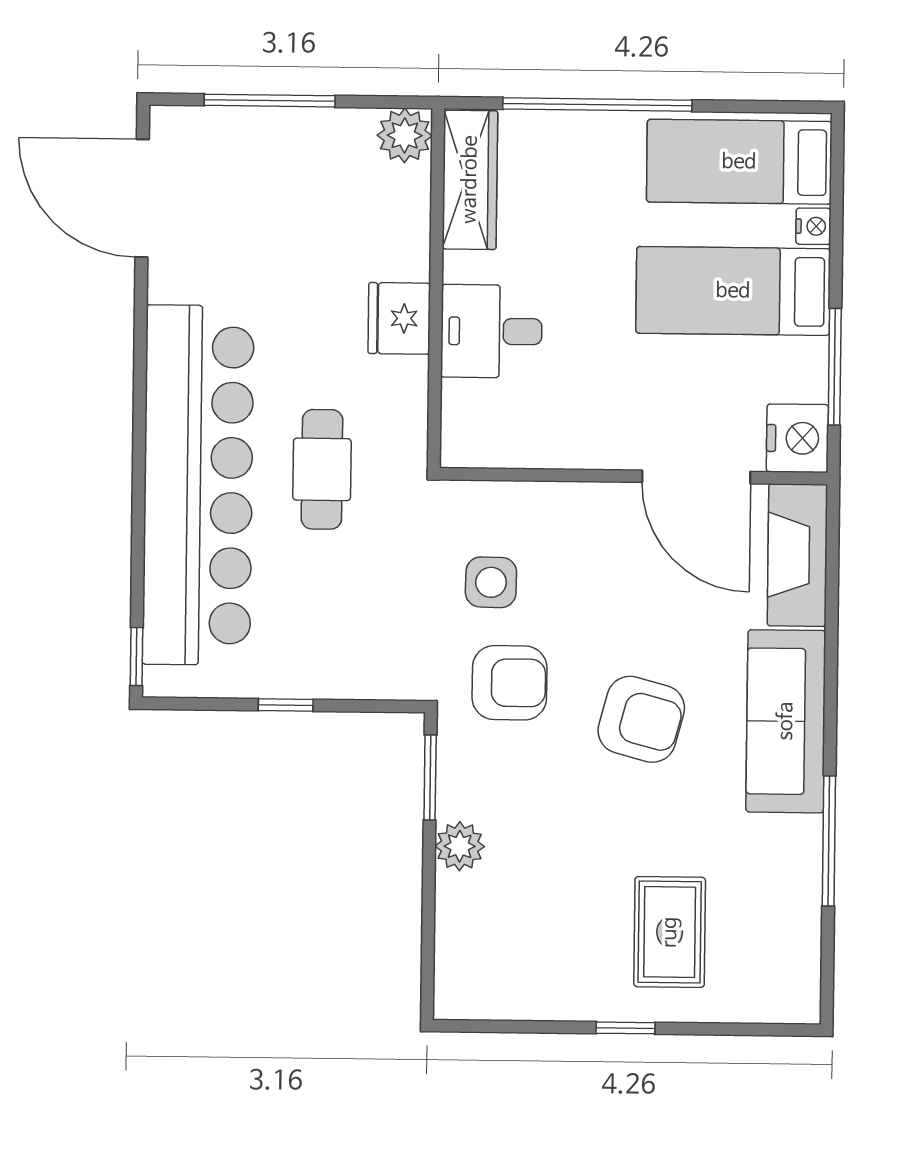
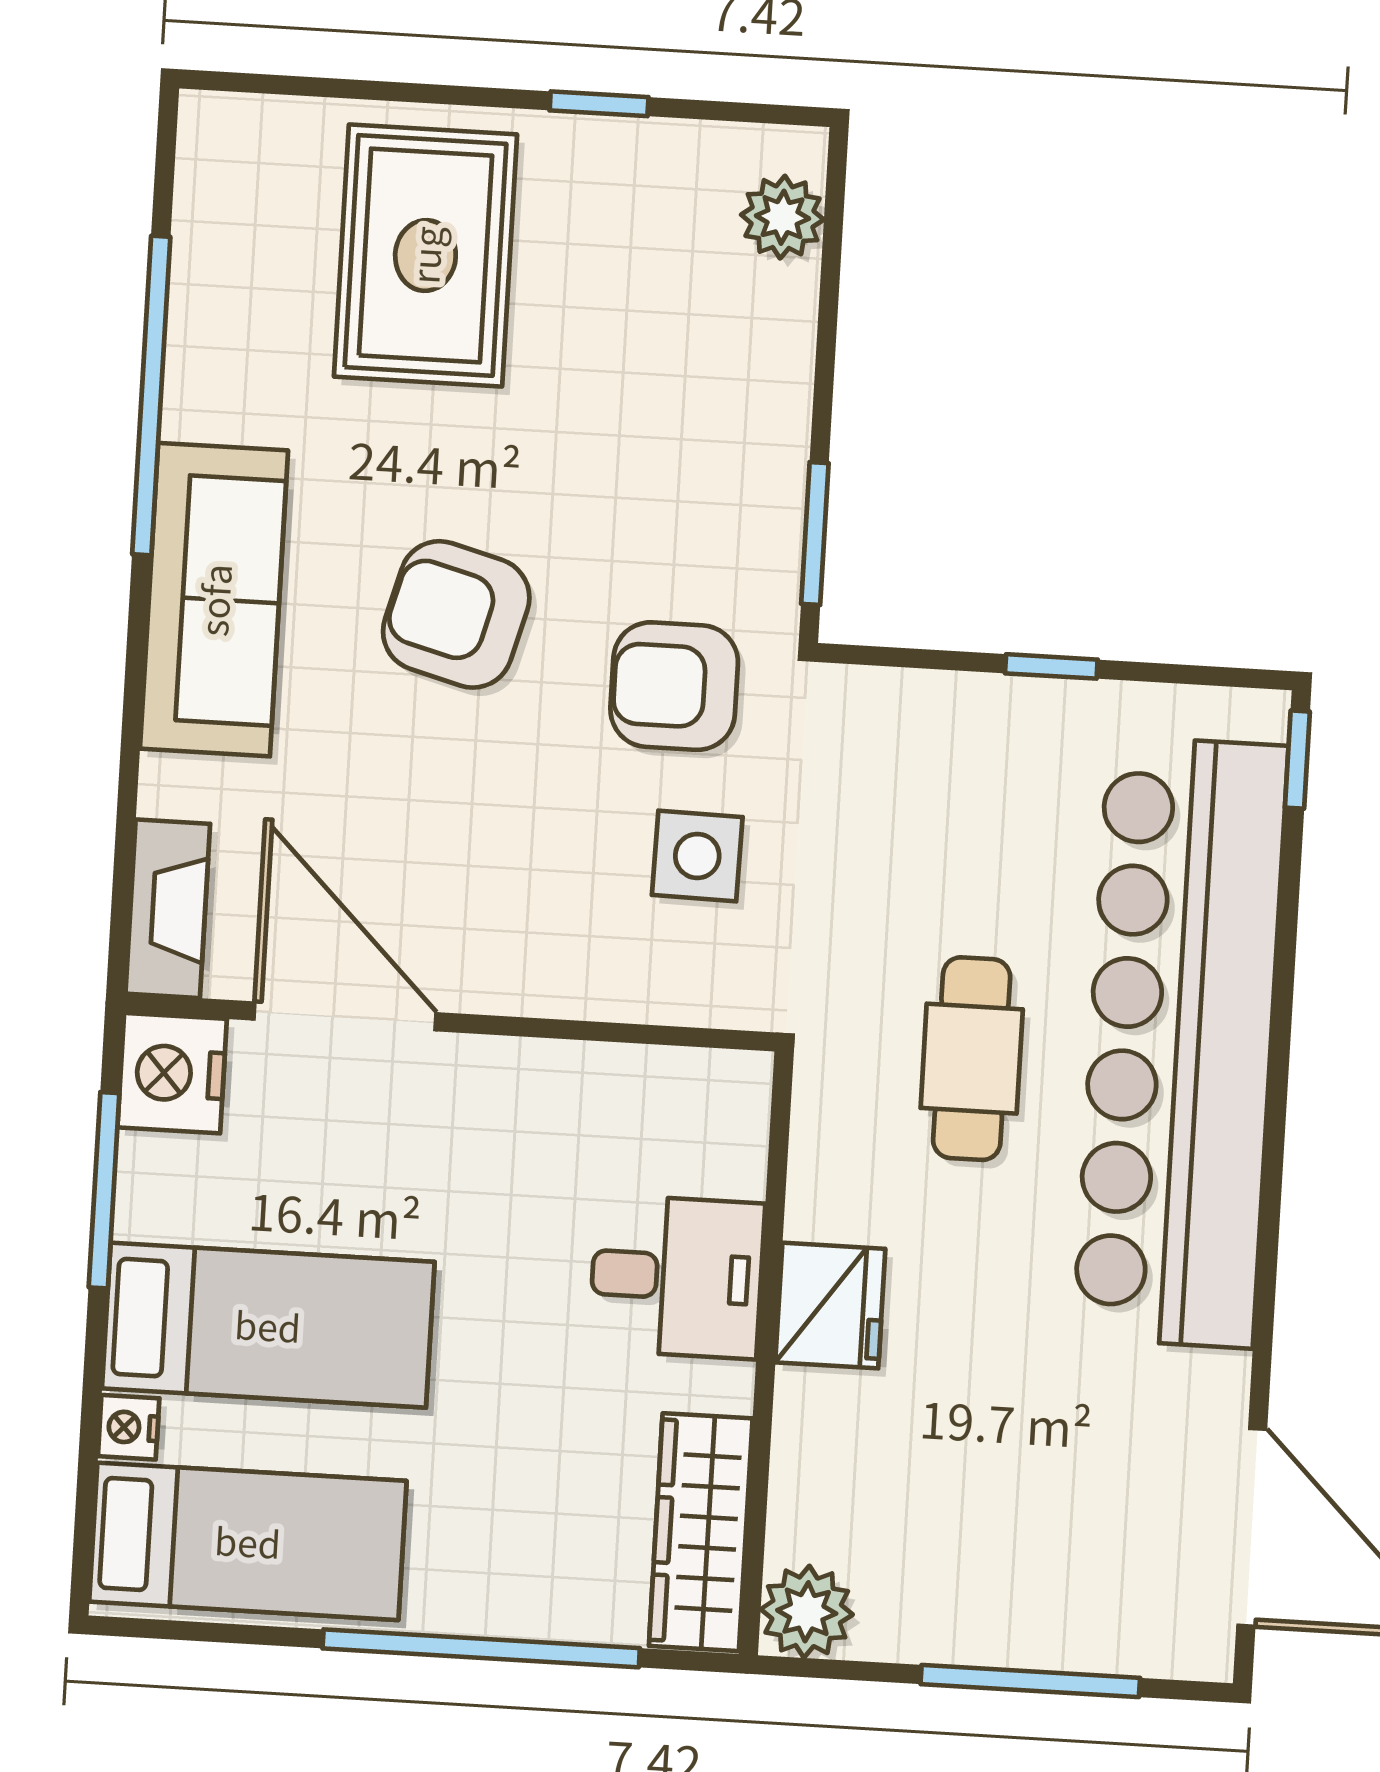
fireplace: (797, 555) -> (168, 909), width x0.73, depth x0.76
window: (829, 841) -> (151, 396), width x1.46
plant: (460, 846) -> (782, 217), moved
rug: (670, 932) -> (425, 255), width x1.36, depth x1.43
window: (625, 1028) -> (599, 104), moved

